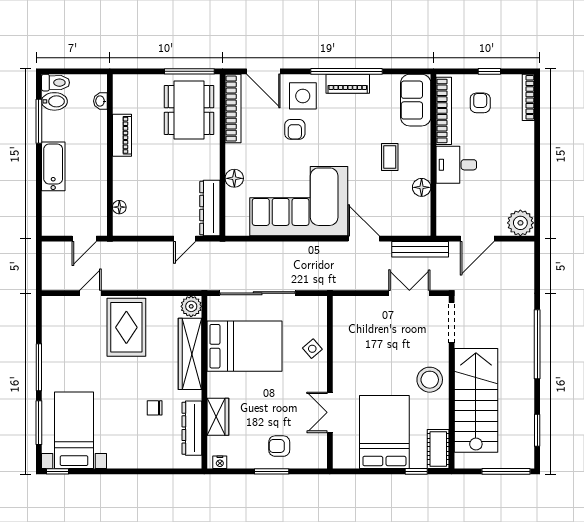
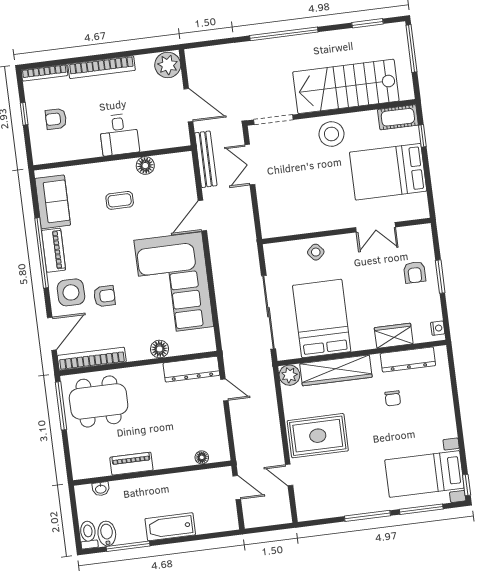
sofa: (416, 100) -> (53, 202), moved, turned -90
bookcase: (444, 111) -> (102, 67), moved, turned 180

